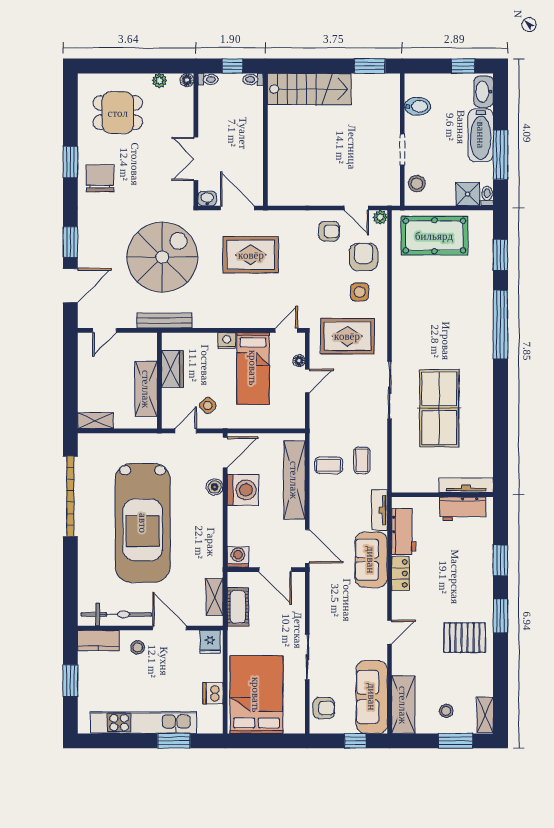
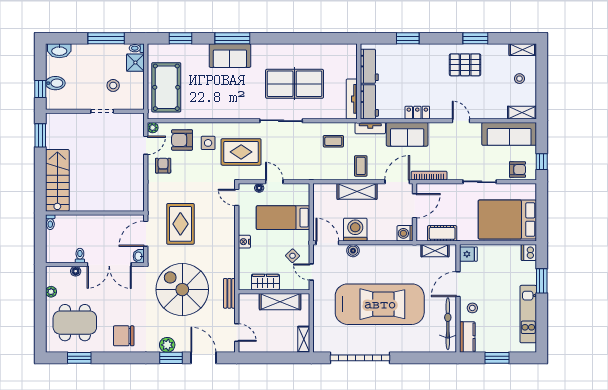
window: (233, 66) -> (40, 237), removed
window: (463, 66) -> (40, 89), moved
toilet: (208, 79) -> (80, 256), moved
floor lamp: (187, 80) -> (76, 271), moved
bidet: (418, 106) -> (55, 83), moved, turned 90
dining table: (118, 113) -> (75, 323), width x1.38
bathtub: (481, 135) -> (92, 53), removed
double door: (196, 159) -> (109, 265), width x1.37
window: (70, 162) -> (79, 358), moved
stool: (417, 184) -> (113, 85), moved
plant: (88, 237) -> (167, 345), added
bench: (165, 321) -> (229, 293), width x0.73
sofa: (477, 321) -> (230, 56), added
window: (500, 325) -> (232, 38), width x0.68
rug: (347, 336) -> (241, 152), turned 90
bed: (253, 368) -> (283, 218), moved, turned 180
coffee table: (329, 465) -> (361, 166), moved
shelving: (294, 480) -> (357, 191), width x0.68
tv unit: (466, 485) -> (352, 99), moved
workbench: (404, 531) -> (369, 102), moved, turned 90
bookcase: (316, 589) -> (429, 176), added
window: (500, 616) -> (475, 38), moved
pallet: (465, 638) -> (465, 65), turned 90
dishwasher: (213, 693) -> (529, 252), moved, turned 90
shelving: (403, 705) -> (522, 113), width x0.67, depth x0.75
armchair: (324, 708) -> (517, 170), turned 90
kitchen unit: (143, 723) -> (528, 314), width x0.73
window: (355, 741) -> (542, 162), moved
window: (455, 741) -> (542, 72), removed

